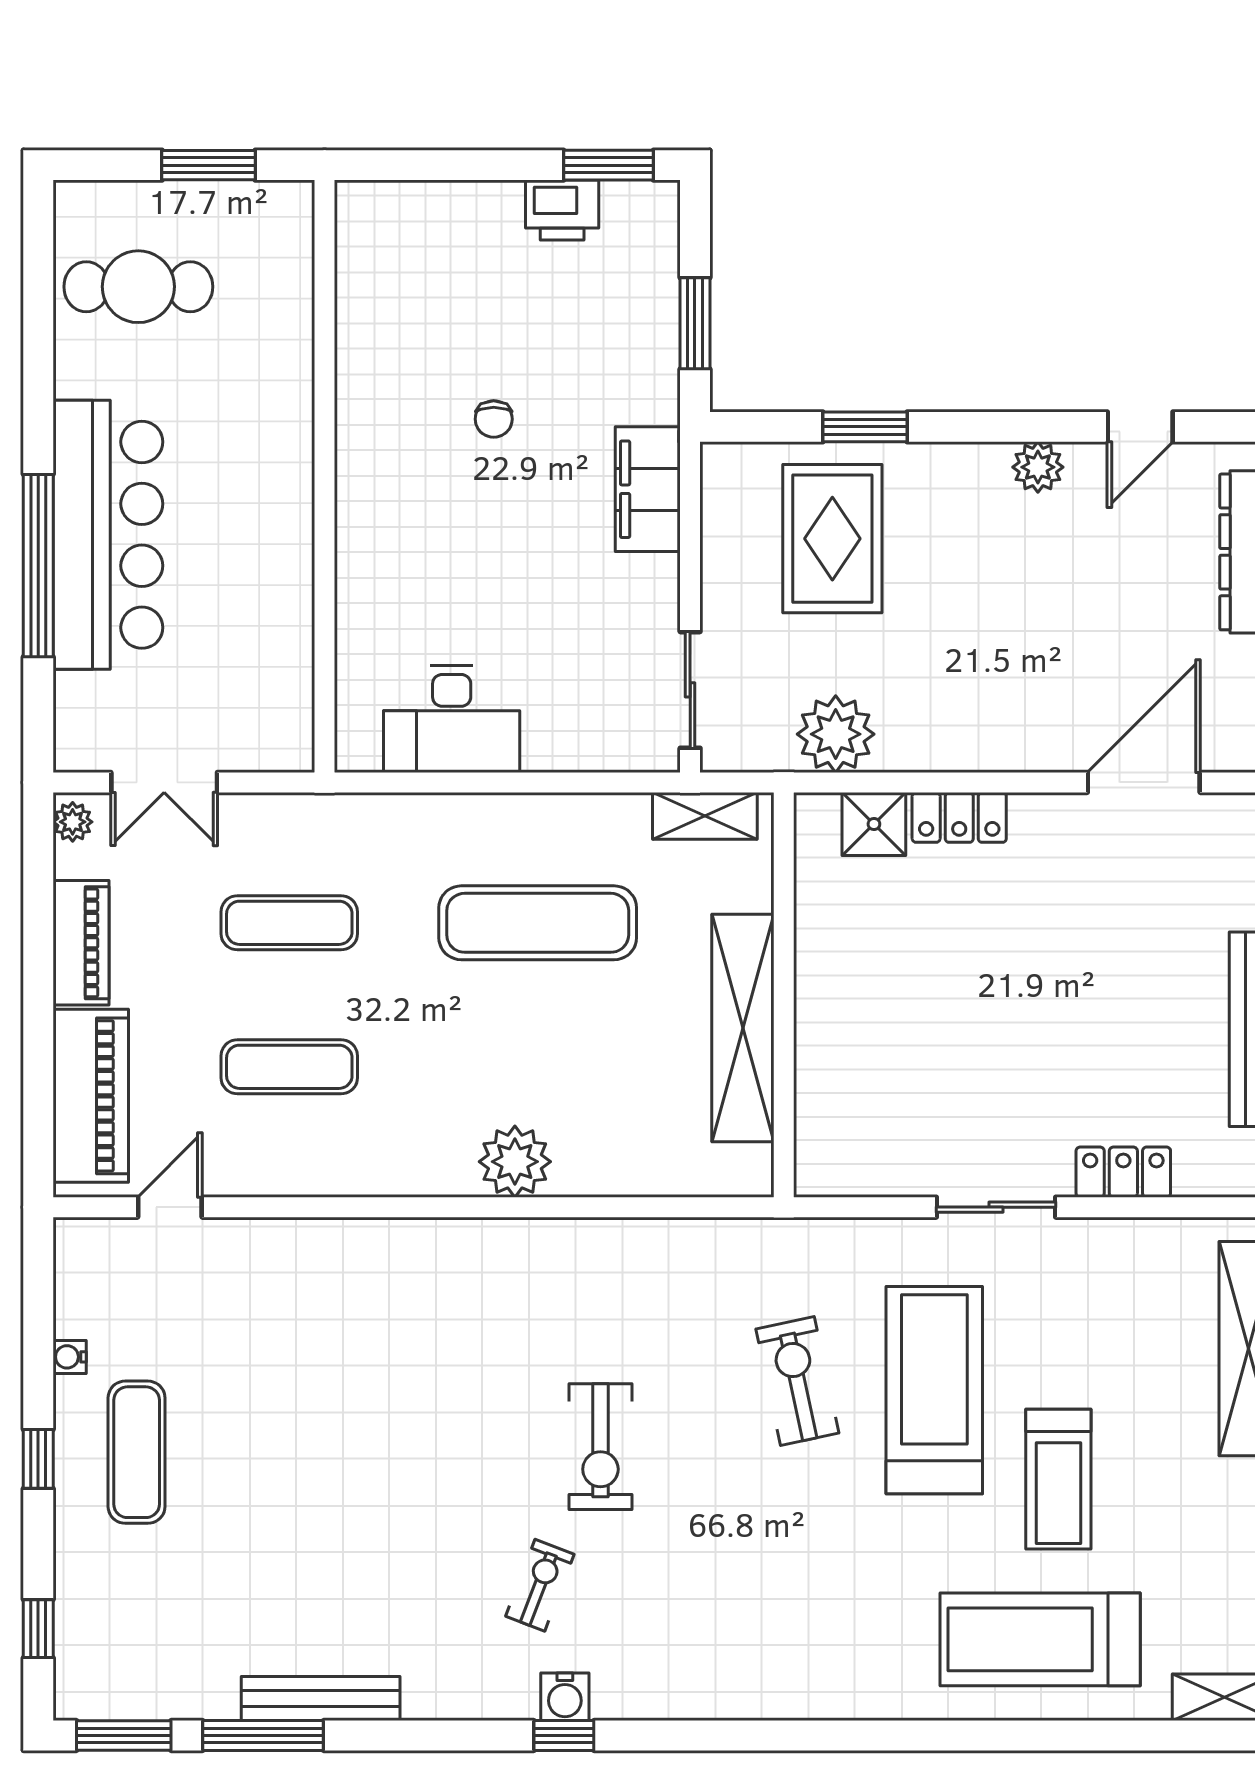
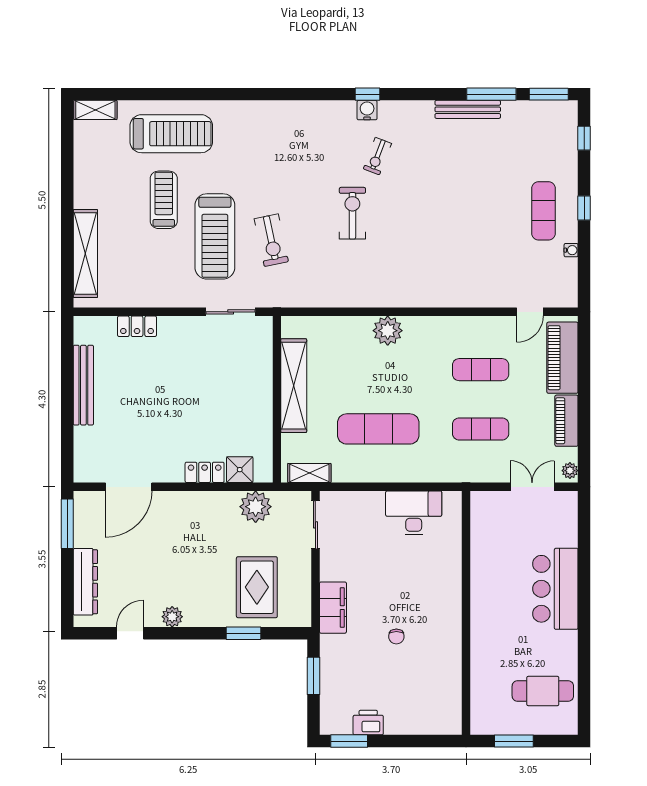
chair: (494, 419) -> (396, 636), turned 180
bar counter: (108, 535) -> (555, 589), width x0.73
window: (38, 566) -> (584, 576), removed
sliding door: (996, 1207) -> (231, 312), moved

